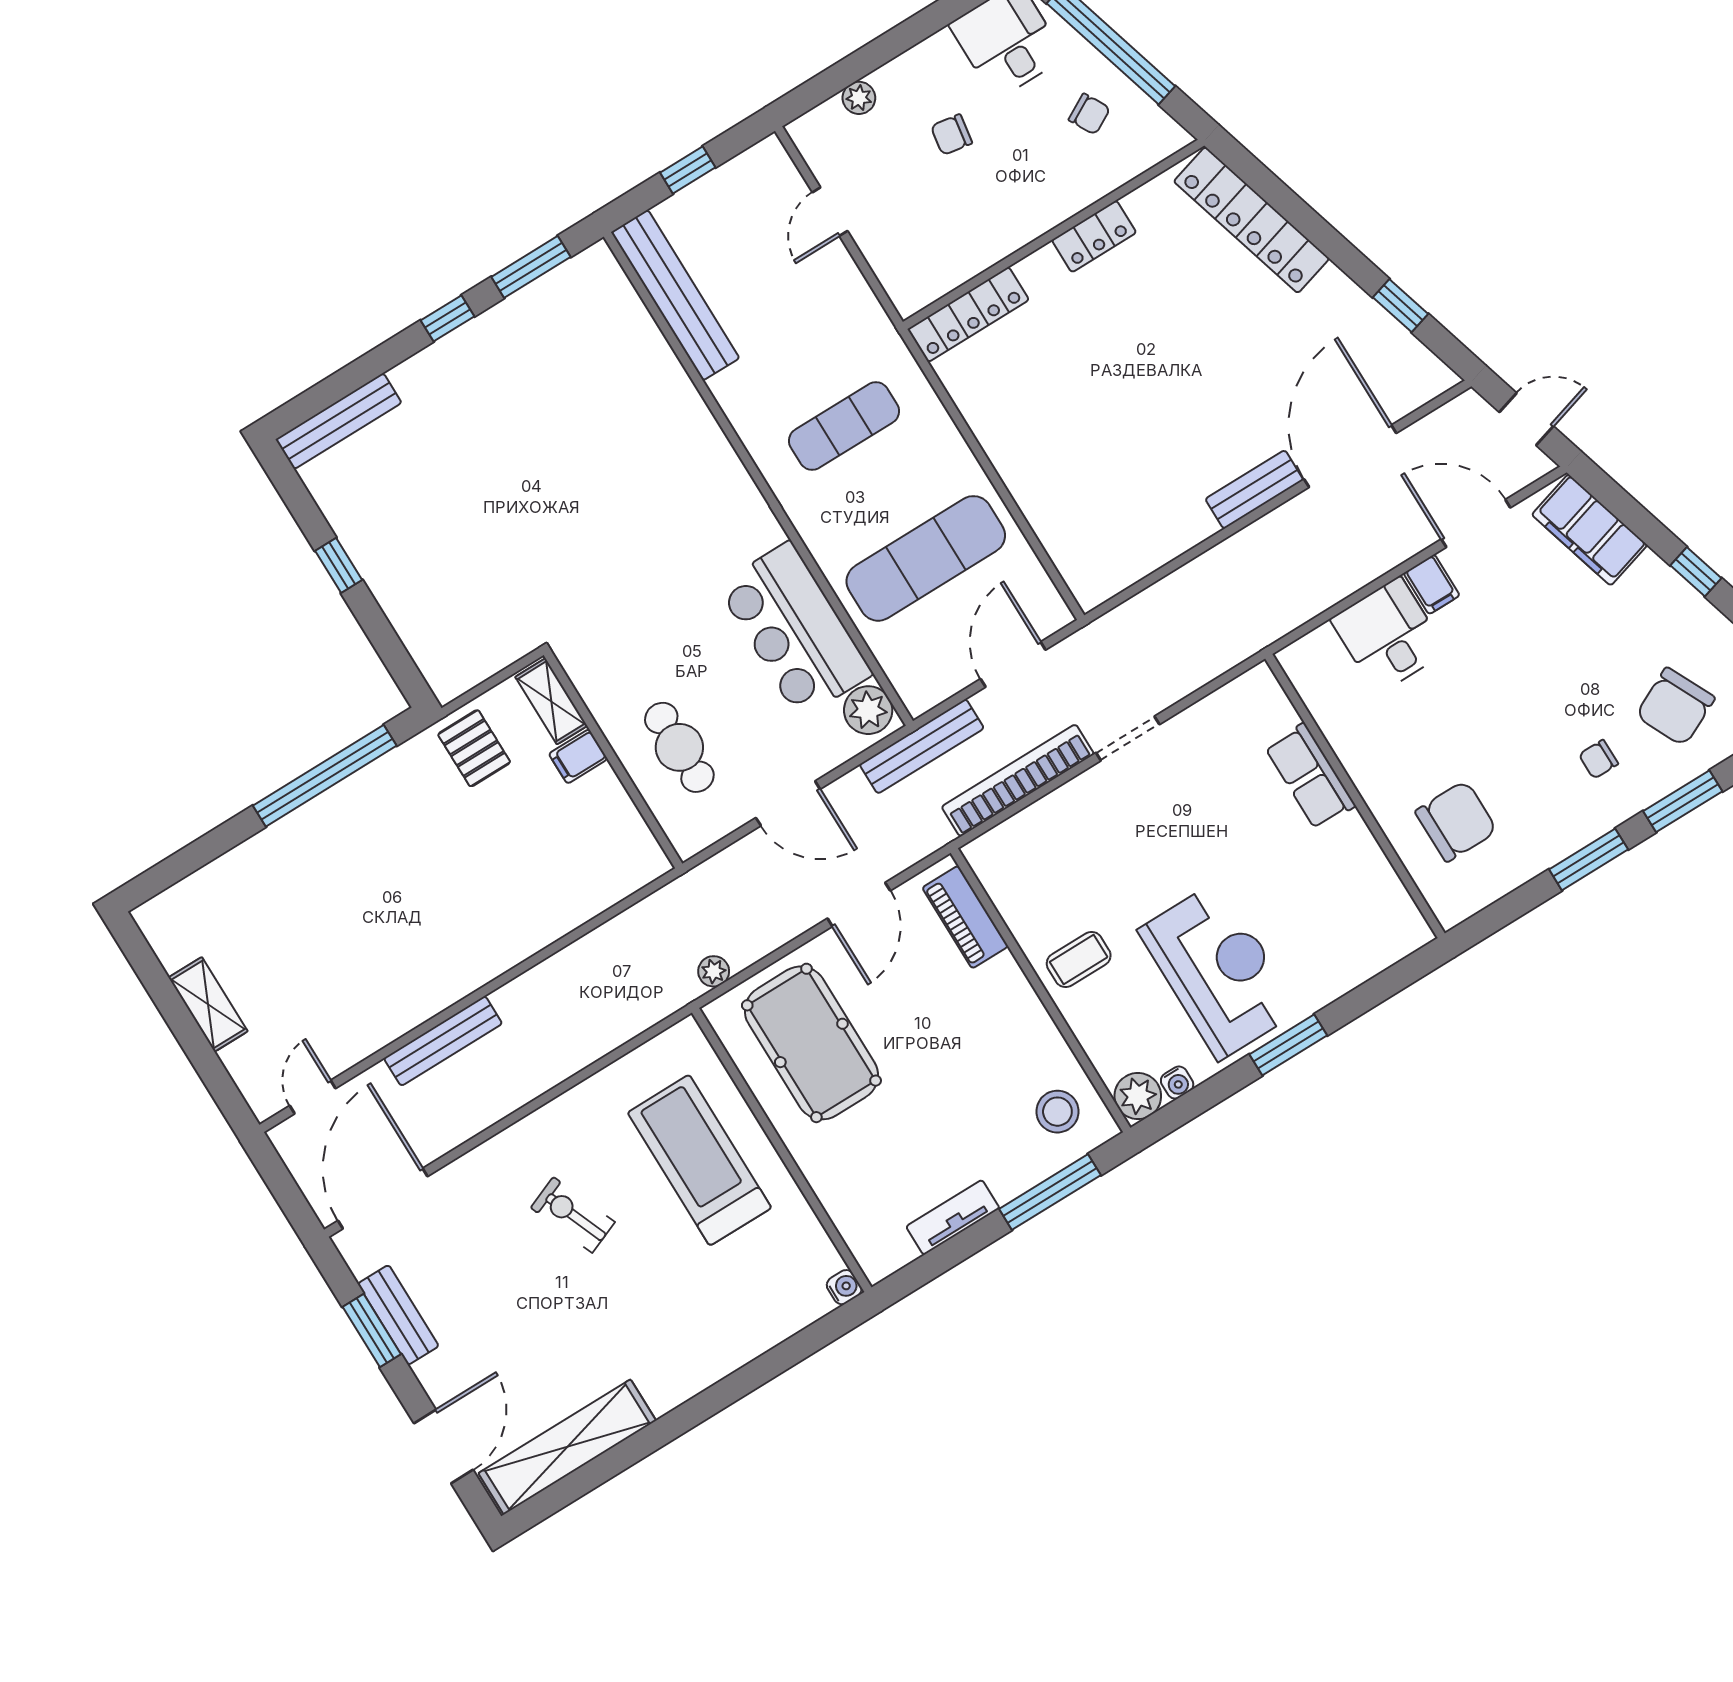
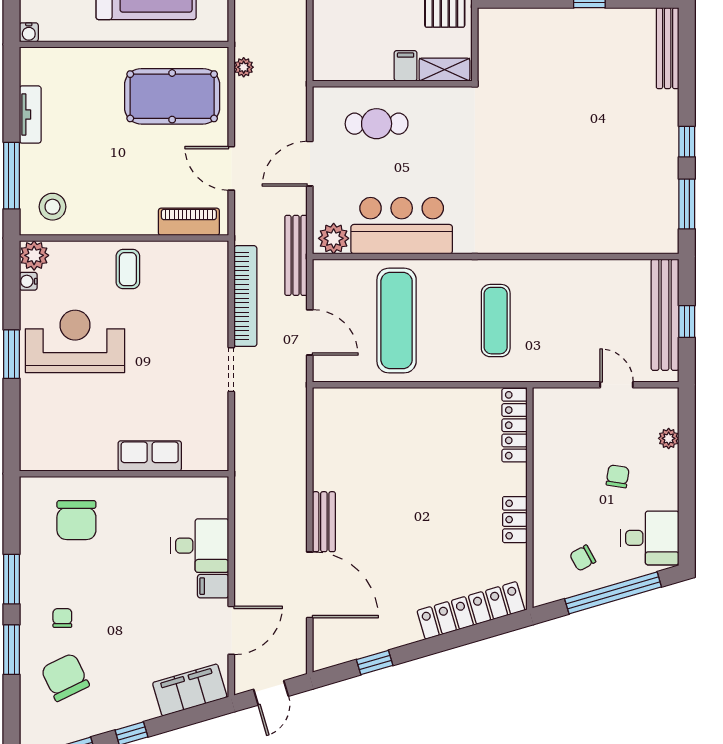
bench: (675, 295) -> (665, 315), moved, turned 90
reception desk: (1219, 971) -> (75, 341), turned 180

